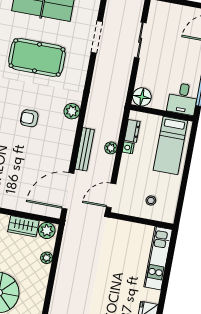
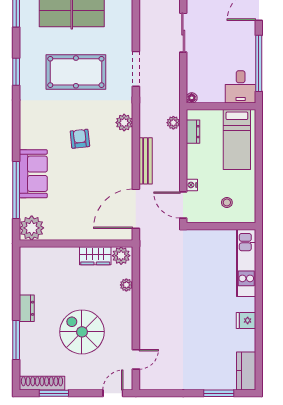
doorway: (97, 37) -> (136, 69), moved
floor lamp: (142, 97) -> (192, 98), width x0.53, depth x0.53
armchair: (29, 118) -> (80, 139), turned 84
plant: (111, 148) -> (173, 123), moved
nightstand: (128, 148) -> (192, 185), moved
door: (111, 195) -> (183, 205), hinge flipped

